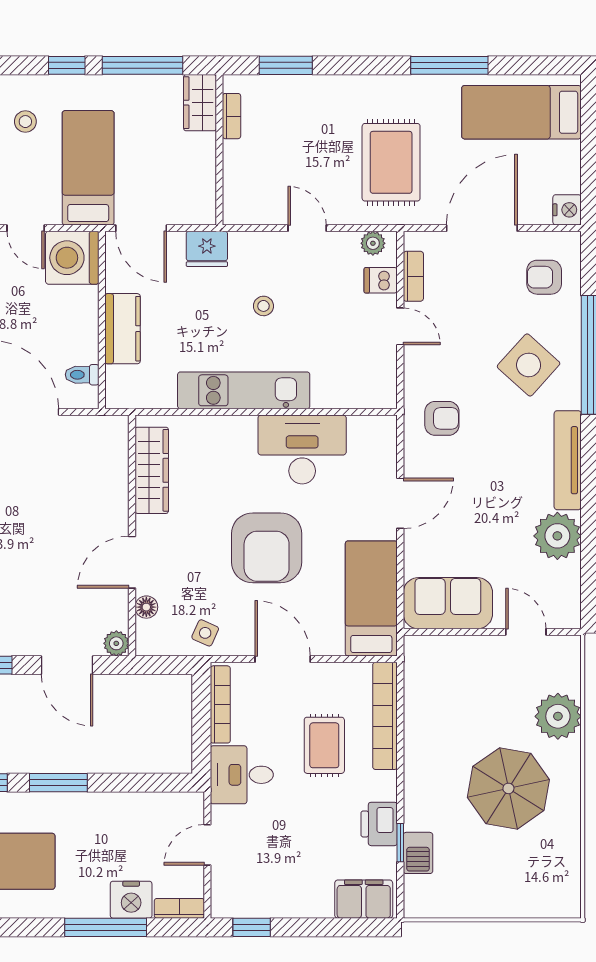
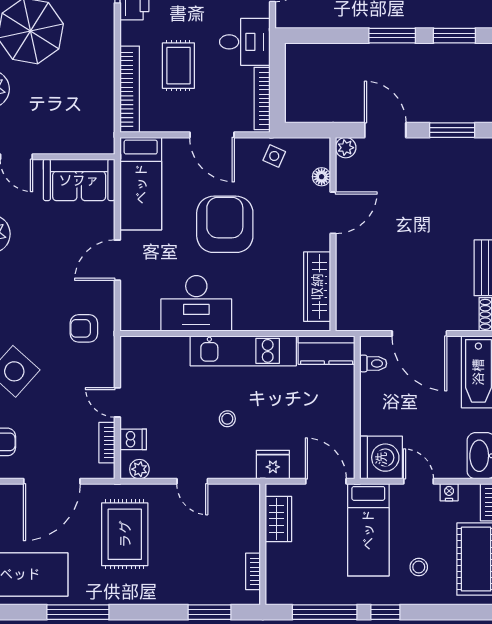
wardrobe: (200, 103) -> (278, 519), moved
kitchen counter: (122, 329) -> (327, 350), moved, turned -90

